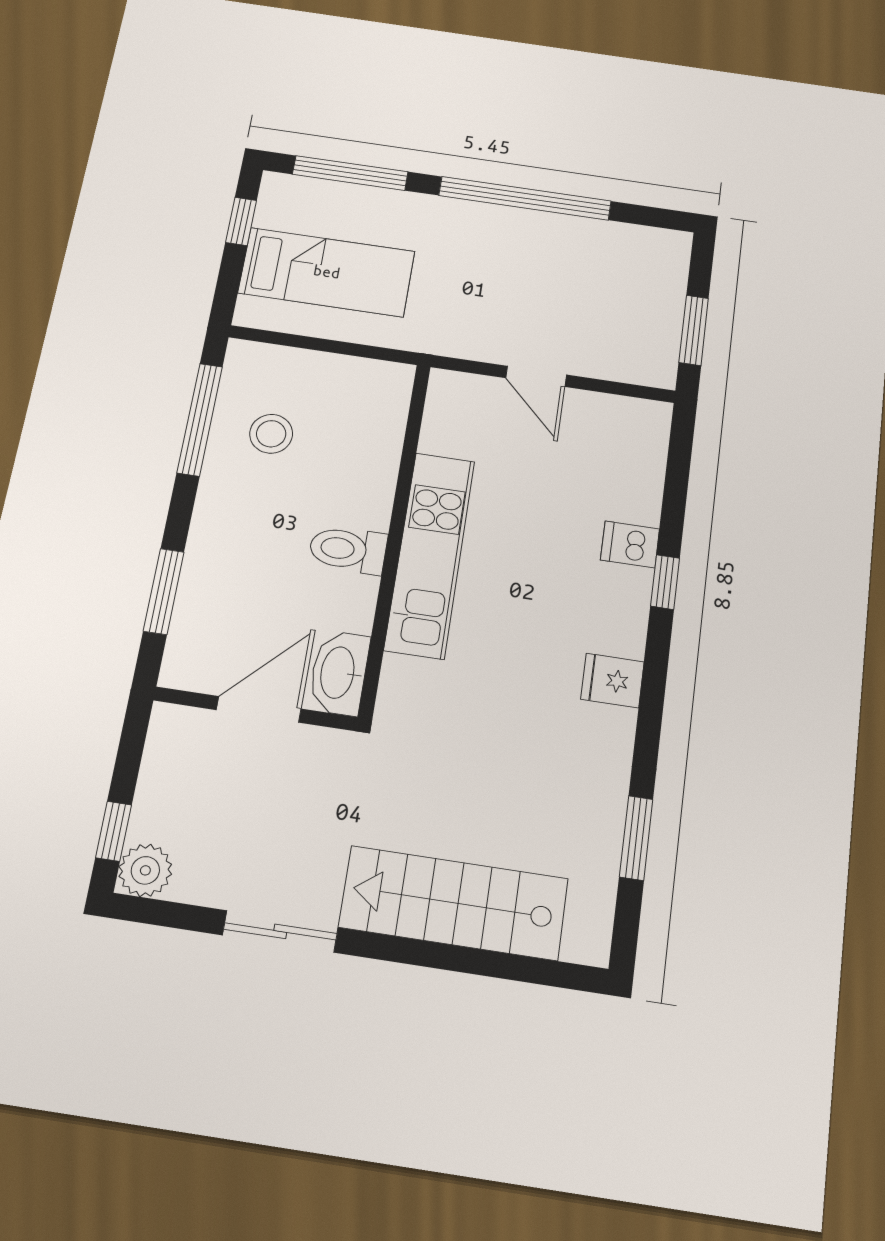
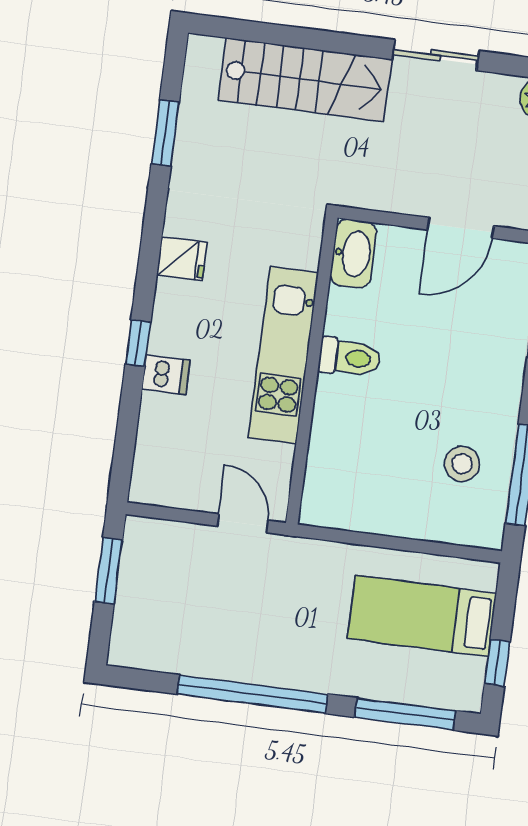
wall: (395, 536) -> (312, 370), moved
toilet: (348, 550) -> (350, 358), moved
kitchen unit: (430, 555) -> (283, 355), moved
washbasin: (339, 673) -> (353, 254), moved

